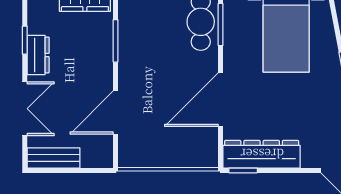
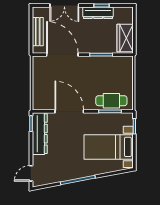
dresser: (38, 55) -> (98, 13), width x1.44
door: (116, 113) -> (62, 55), width x1.36
bench: (54, 158) -> (38, 32), moved

